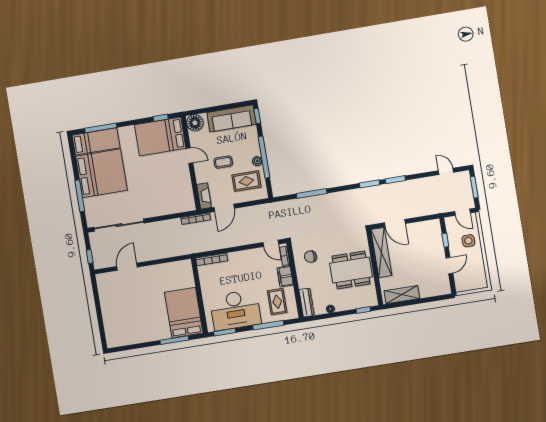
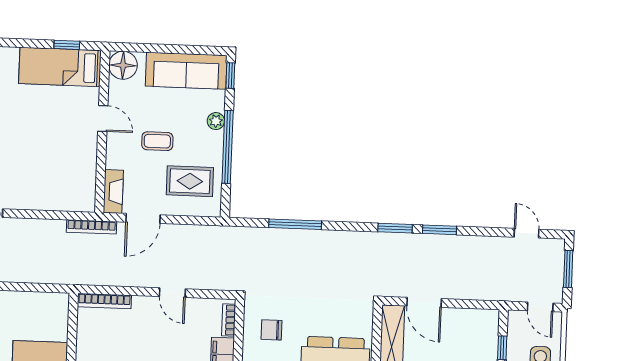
bed: (160, 136) -> (60, 67), width x0.67
plant: (257, 161) -> (216, 121), moved
door: (271, 243) -> (172, 293), moved

